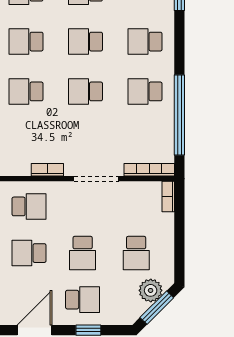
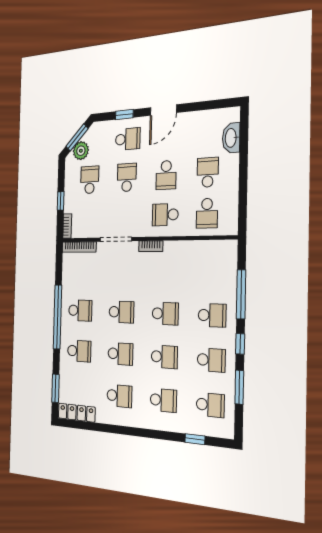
window: (179, 115) -> (57, 317), moved
window: (179, 229) -> (61, 201), added
school desk: (29, 253) -> (166, 175), turned 90
school desk: (83, 300) -> (128, 139), turned 180

